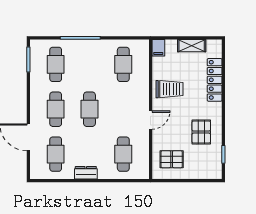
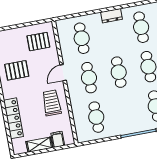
filing cabinet: (158, 48) -> (58, 139), moved
trolley: (169, 89) -> (52, 103), turned 90
cafe table: (123, 109) -> (89, 78), added
pallet: (201, 132) -> (17, 70), turned 90

